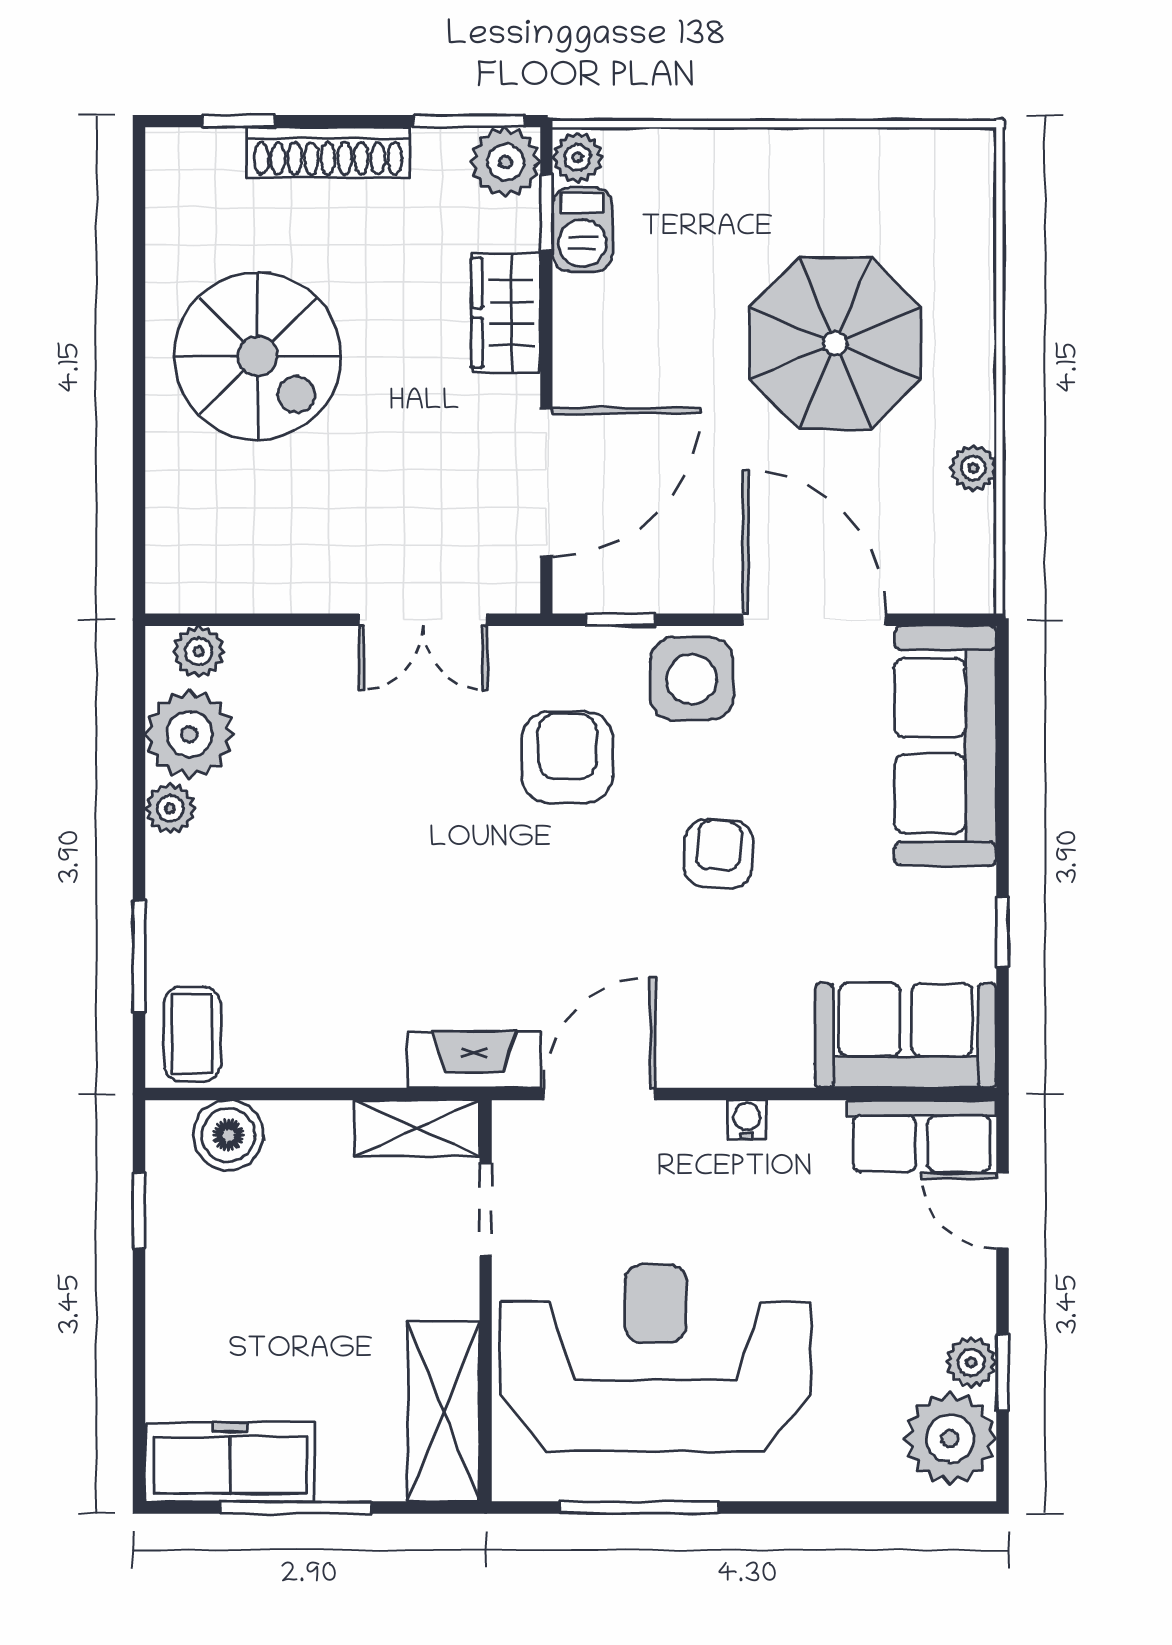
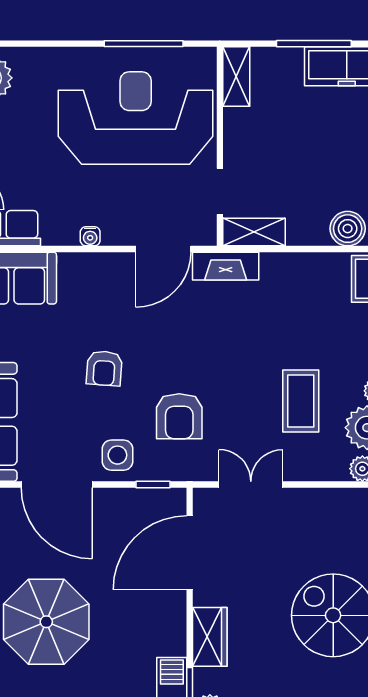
side table: (692, 679) -> (117, 455), width x0.73, depth x0.73
coffee table: (323, 788) -> (301, 401), added
reception desk: (655, 1358) -> (136, 118), turned 180
shelving: (443, 1411) -> (236, 77), width x0.67, depth x0.75

